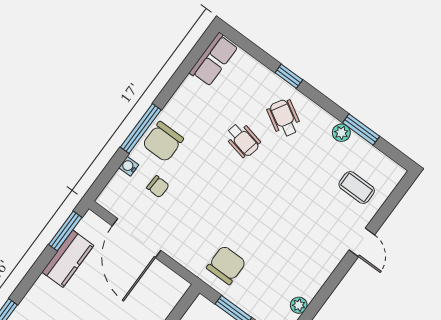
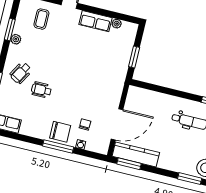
wheelchair: (243, 140) -> (41, 90), turned -102
kitchen counter: (68, 259) -> (136, 154), width x1.50
chair: (226, 265) -> (111, 71), removed
row of seats: (317, 273) -> (96, 21), added

